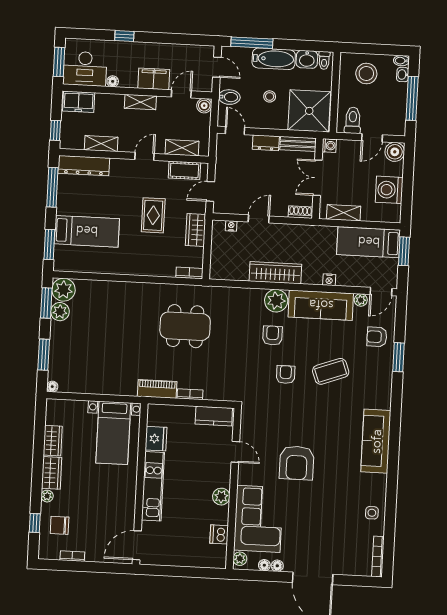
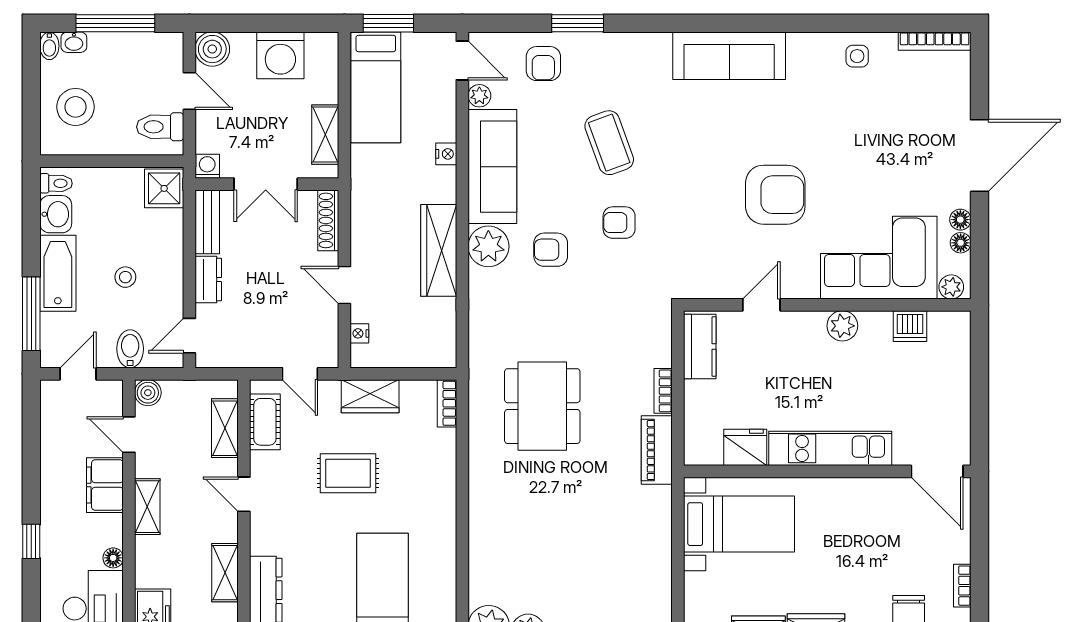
shower: (309, 111) -> (164, 188), width x0.54, depth x0.54
shoe rack: (300, 212) -> (328, 220), width x1.43

